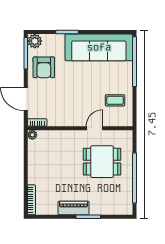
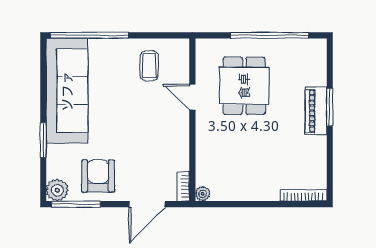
armchair: (44, 67) -> (98, 176), turned -90
piano: (73, 208) -> (316, 111), moved

